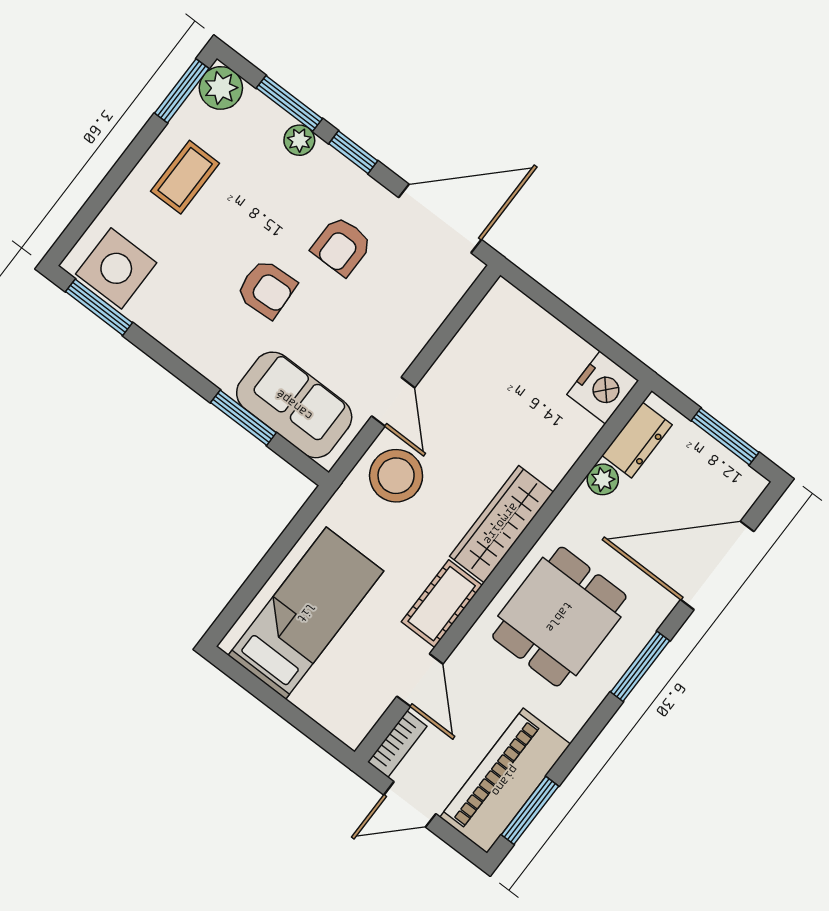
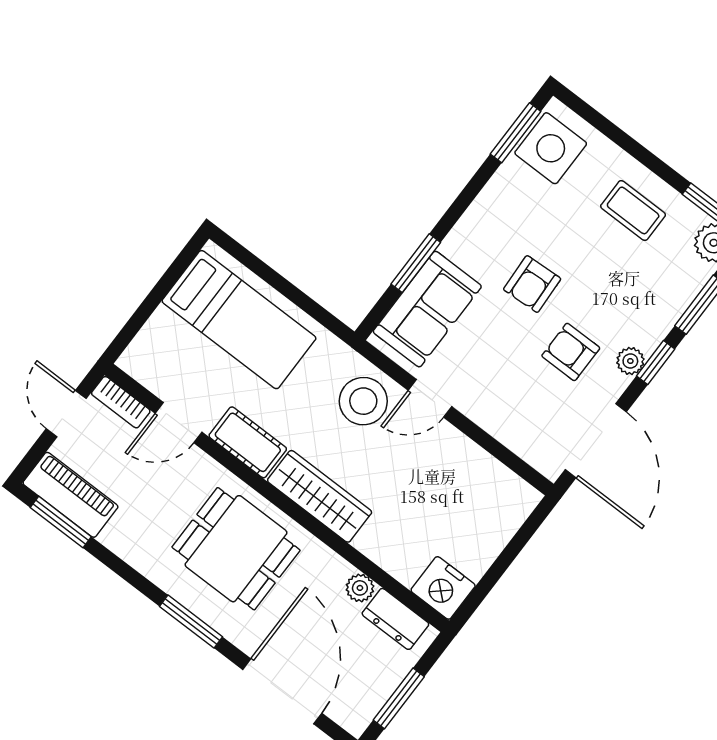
plant: (299, 140) -> (630, 361), moved
piano: (505, 781) -> (70, 495), width x0.73, depth x0.75

